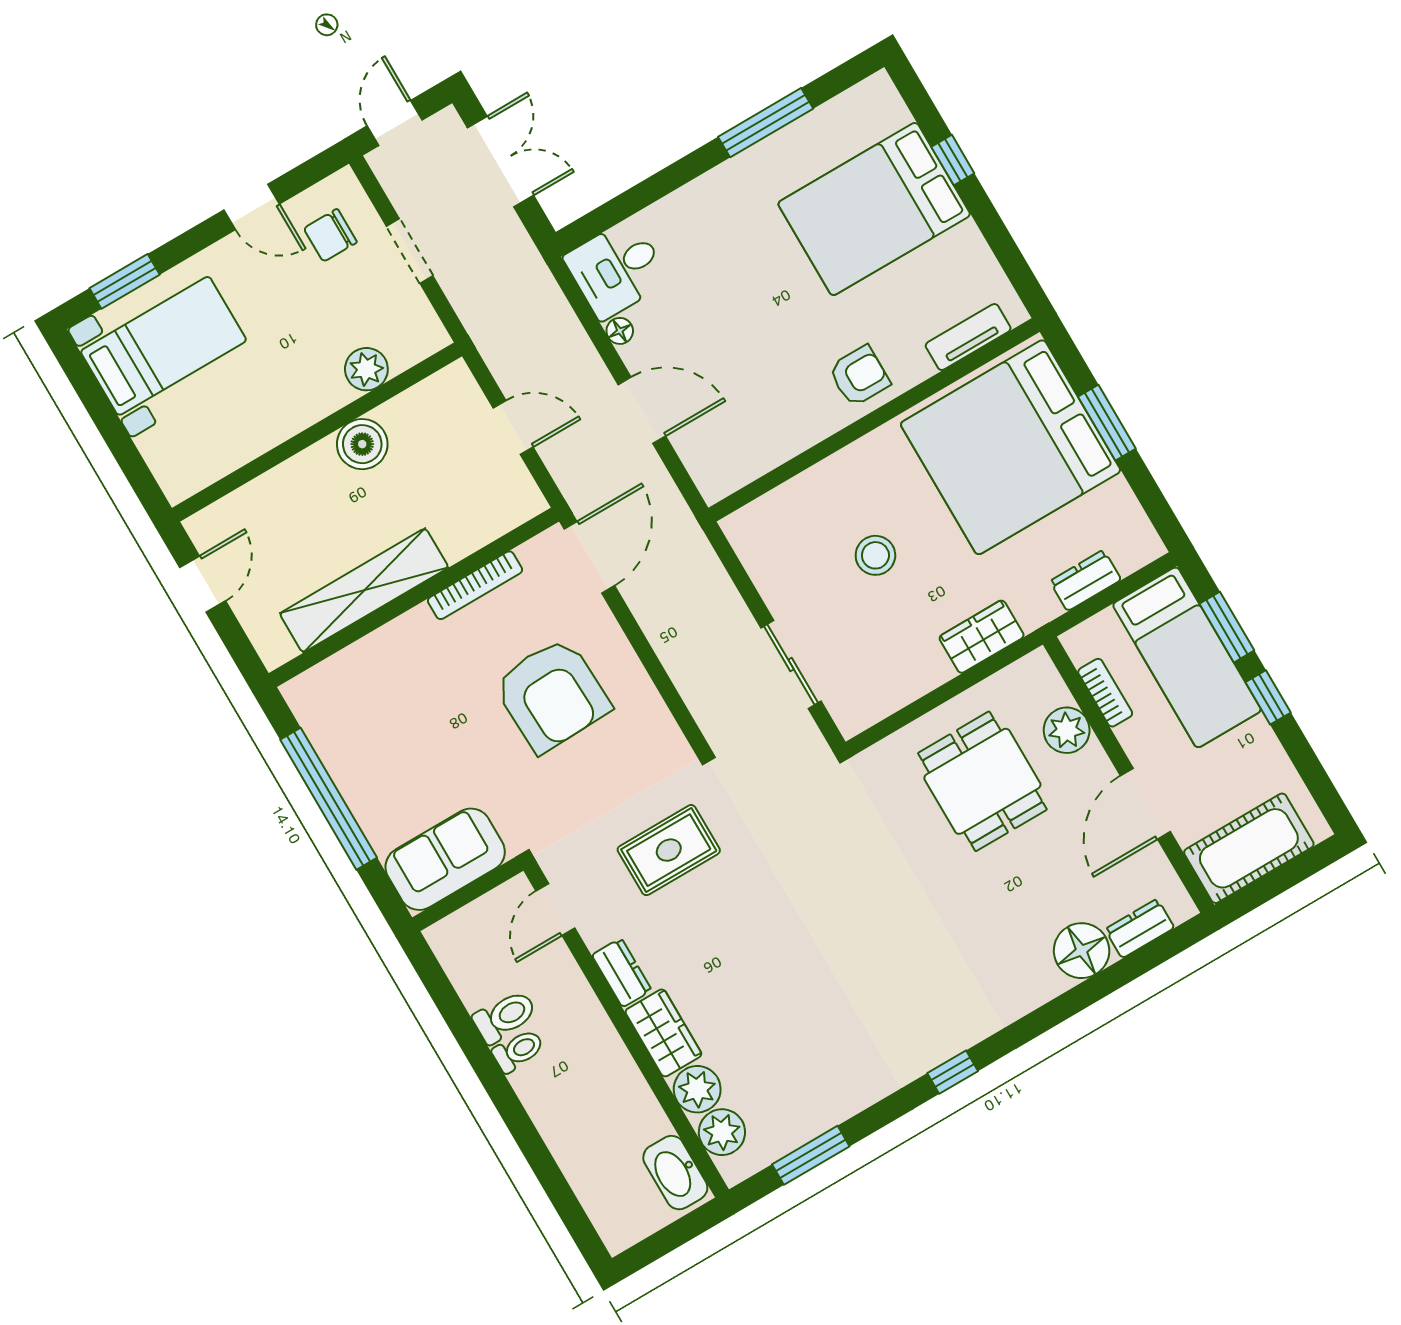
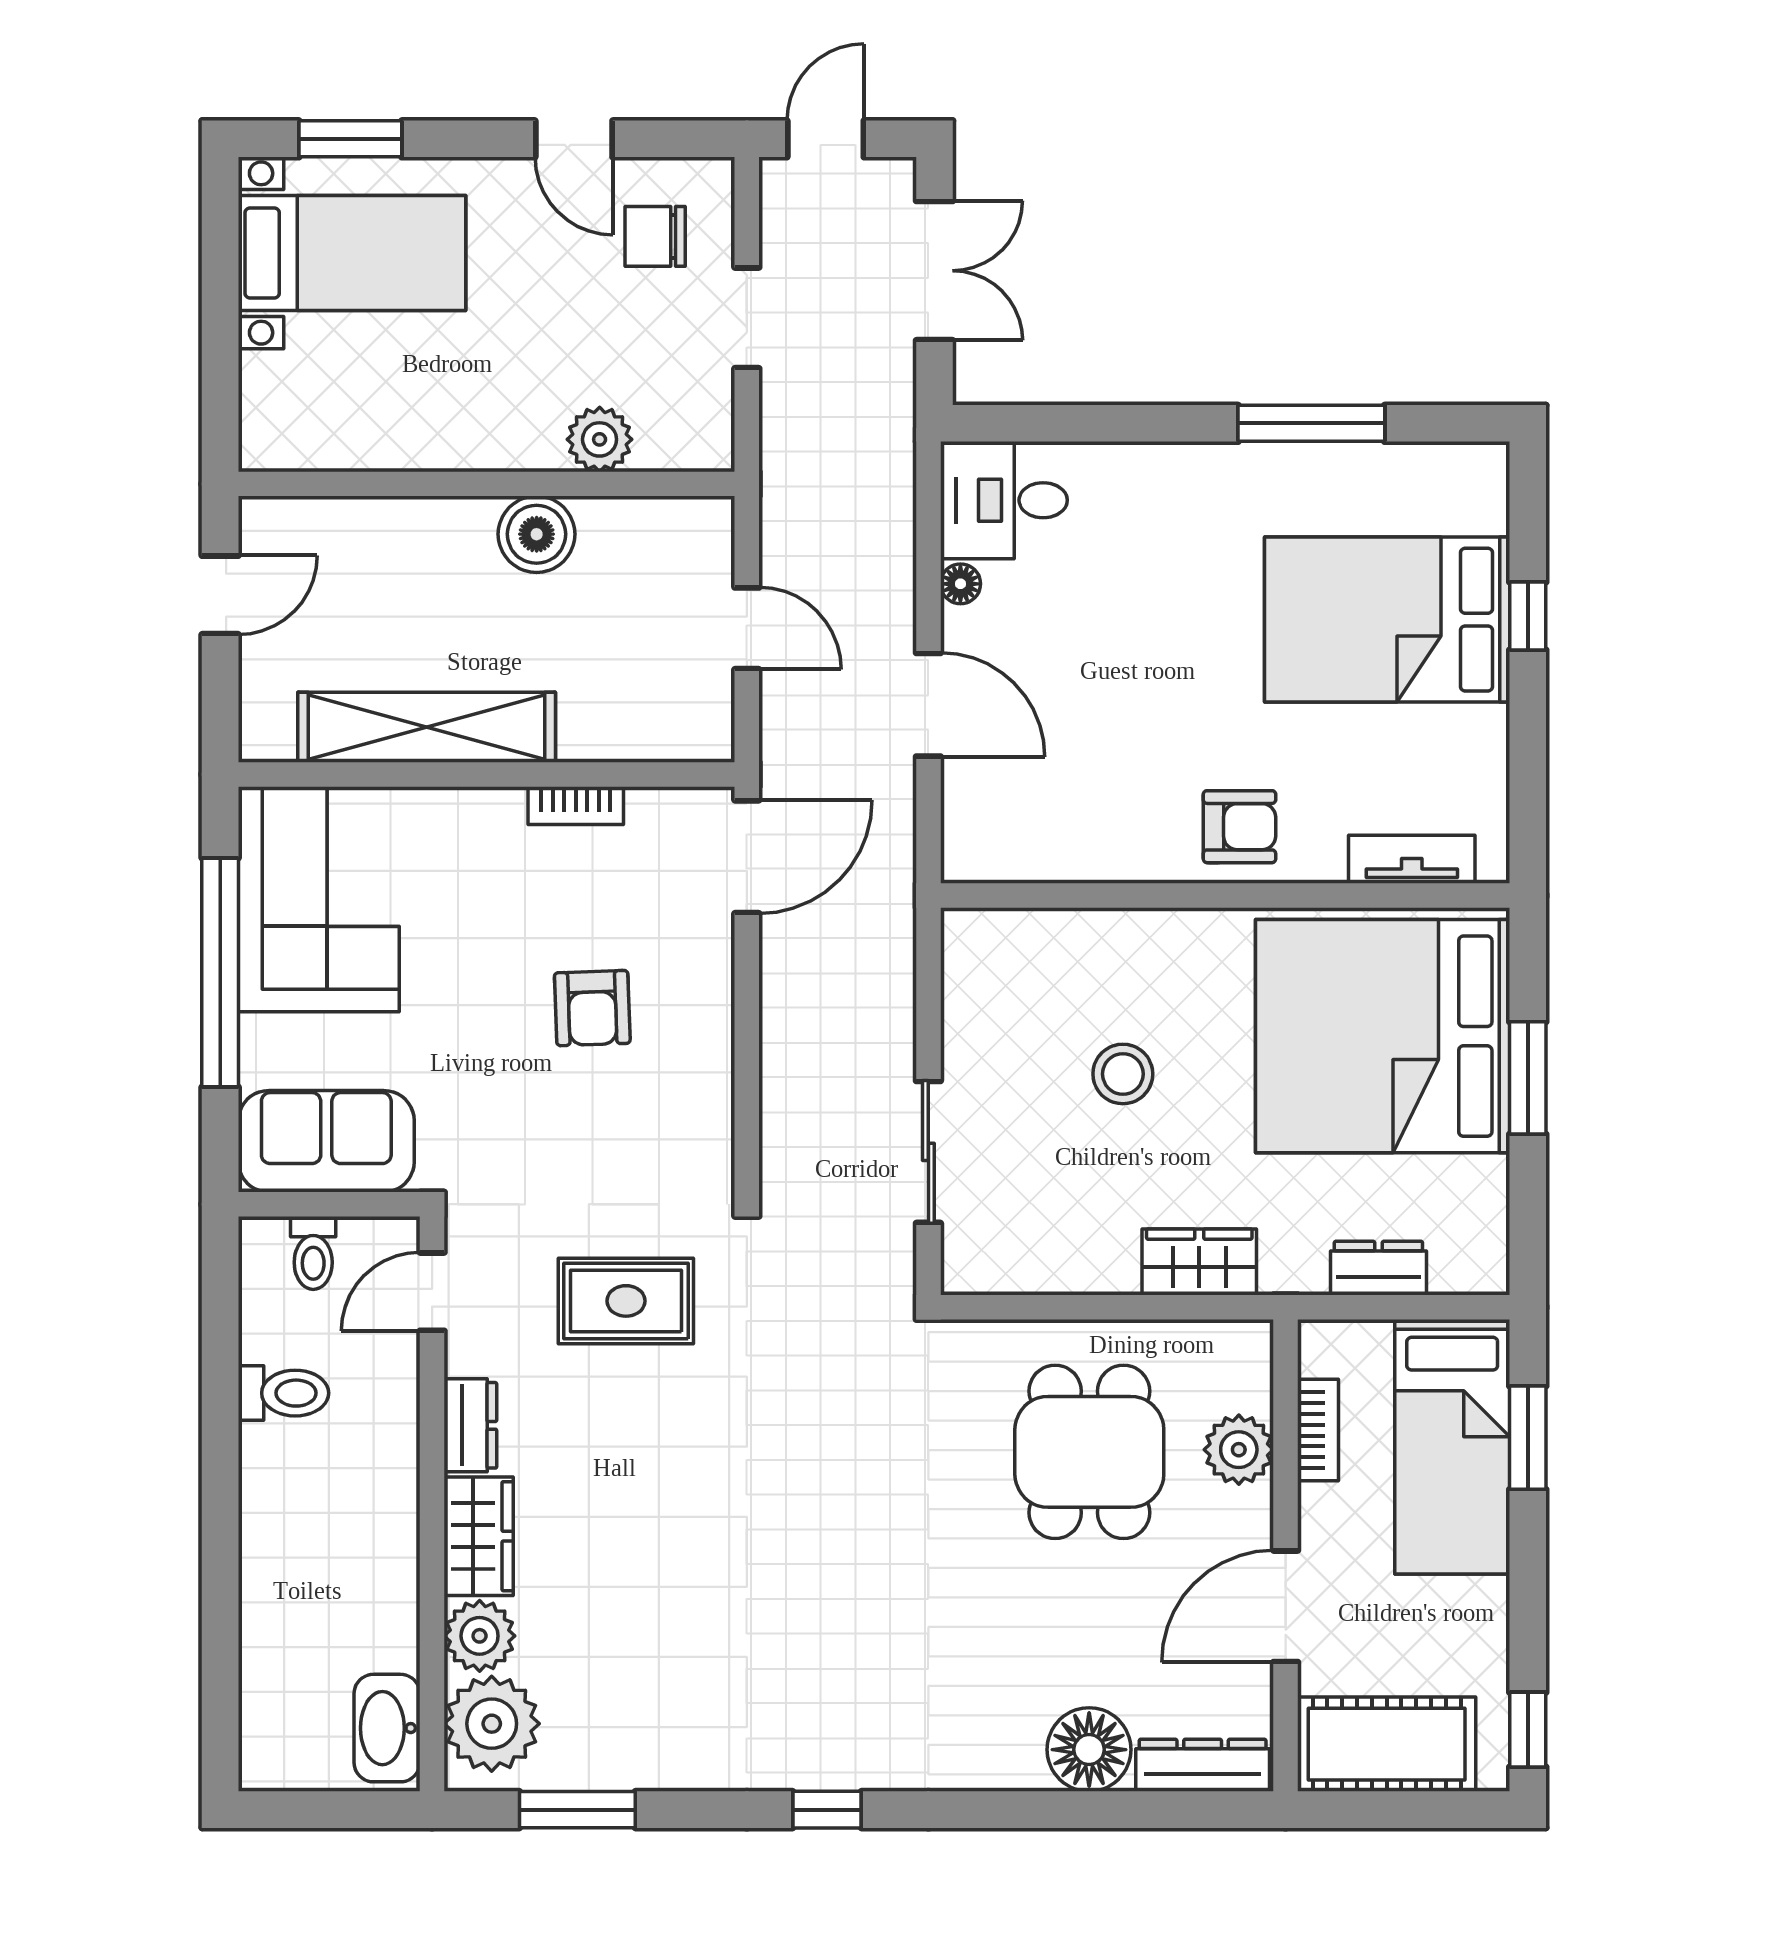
bookcase: (475, 585) -> (576, 806), width x0.64
armchair: (552, 695) -> (592, 1008), width x0.53, depth x0.53
window: (1268, 697) -> (1528, 1730), moved
corner sofa: (360, 724) -> (319, 899), added
dresser: (1140, 928) -> (1203, 1765), width x1.44
toilet: (518, 1051) -> (313, 1253), moved, turned 90
plant: (722, 1132) -> (492, 1724), width x1.36, depth x1.36

